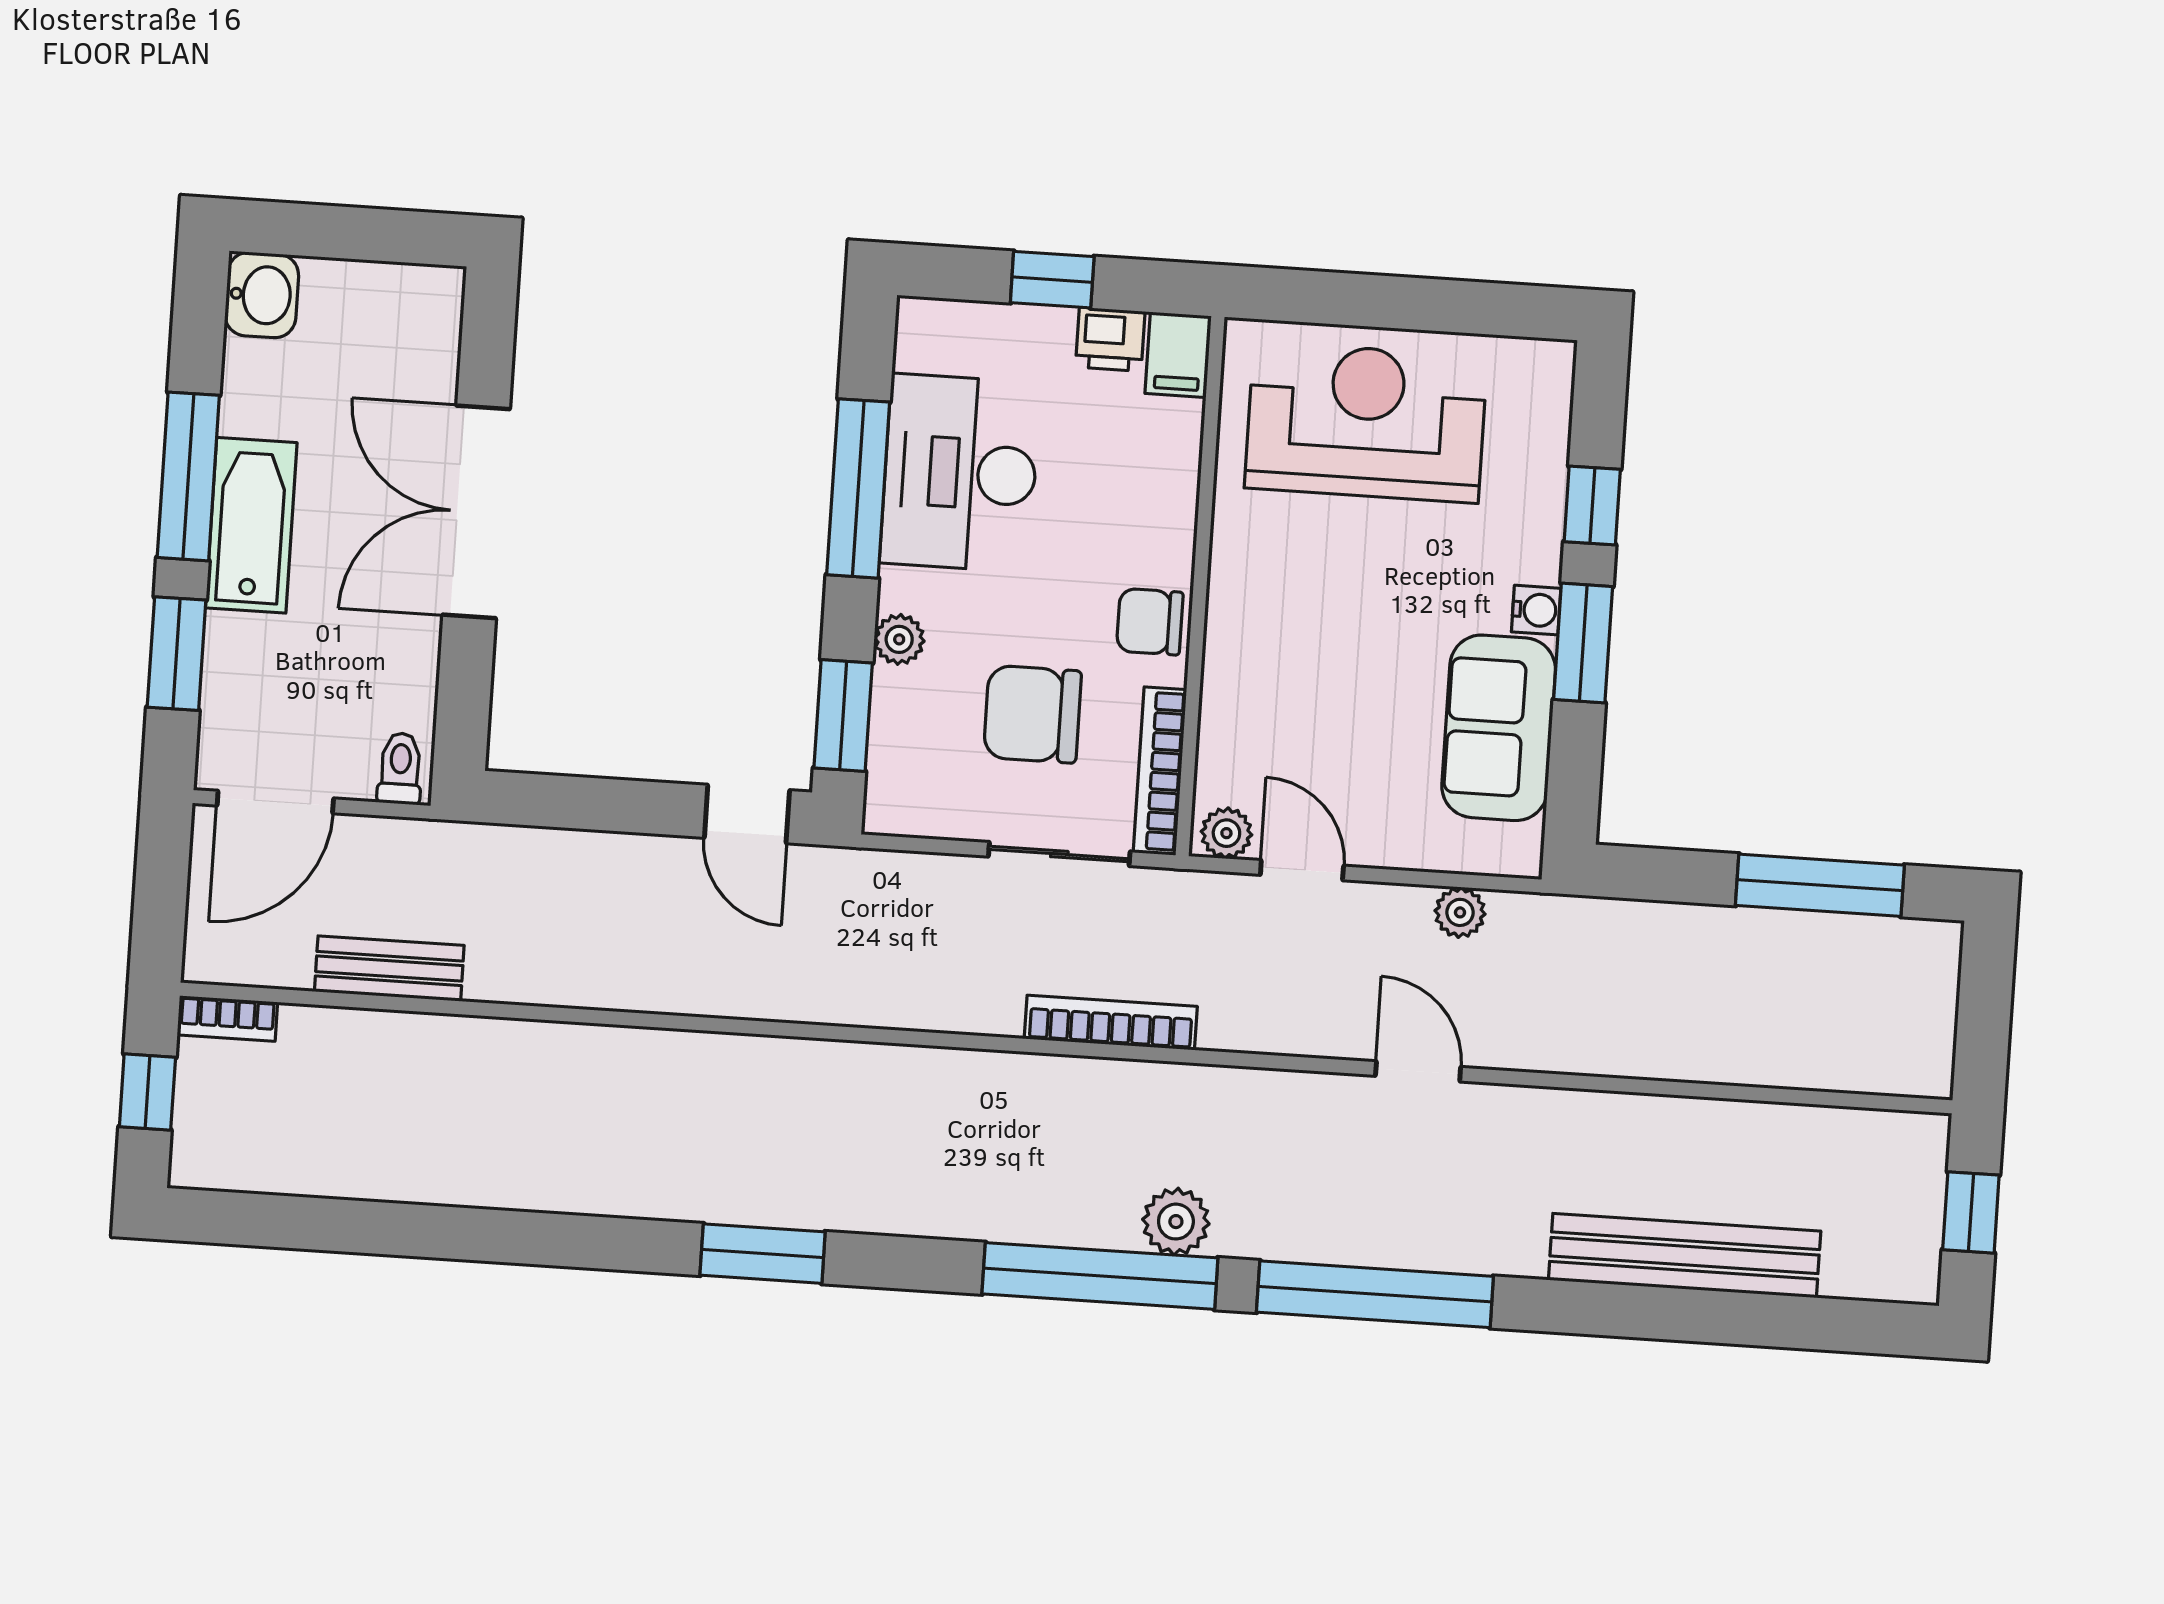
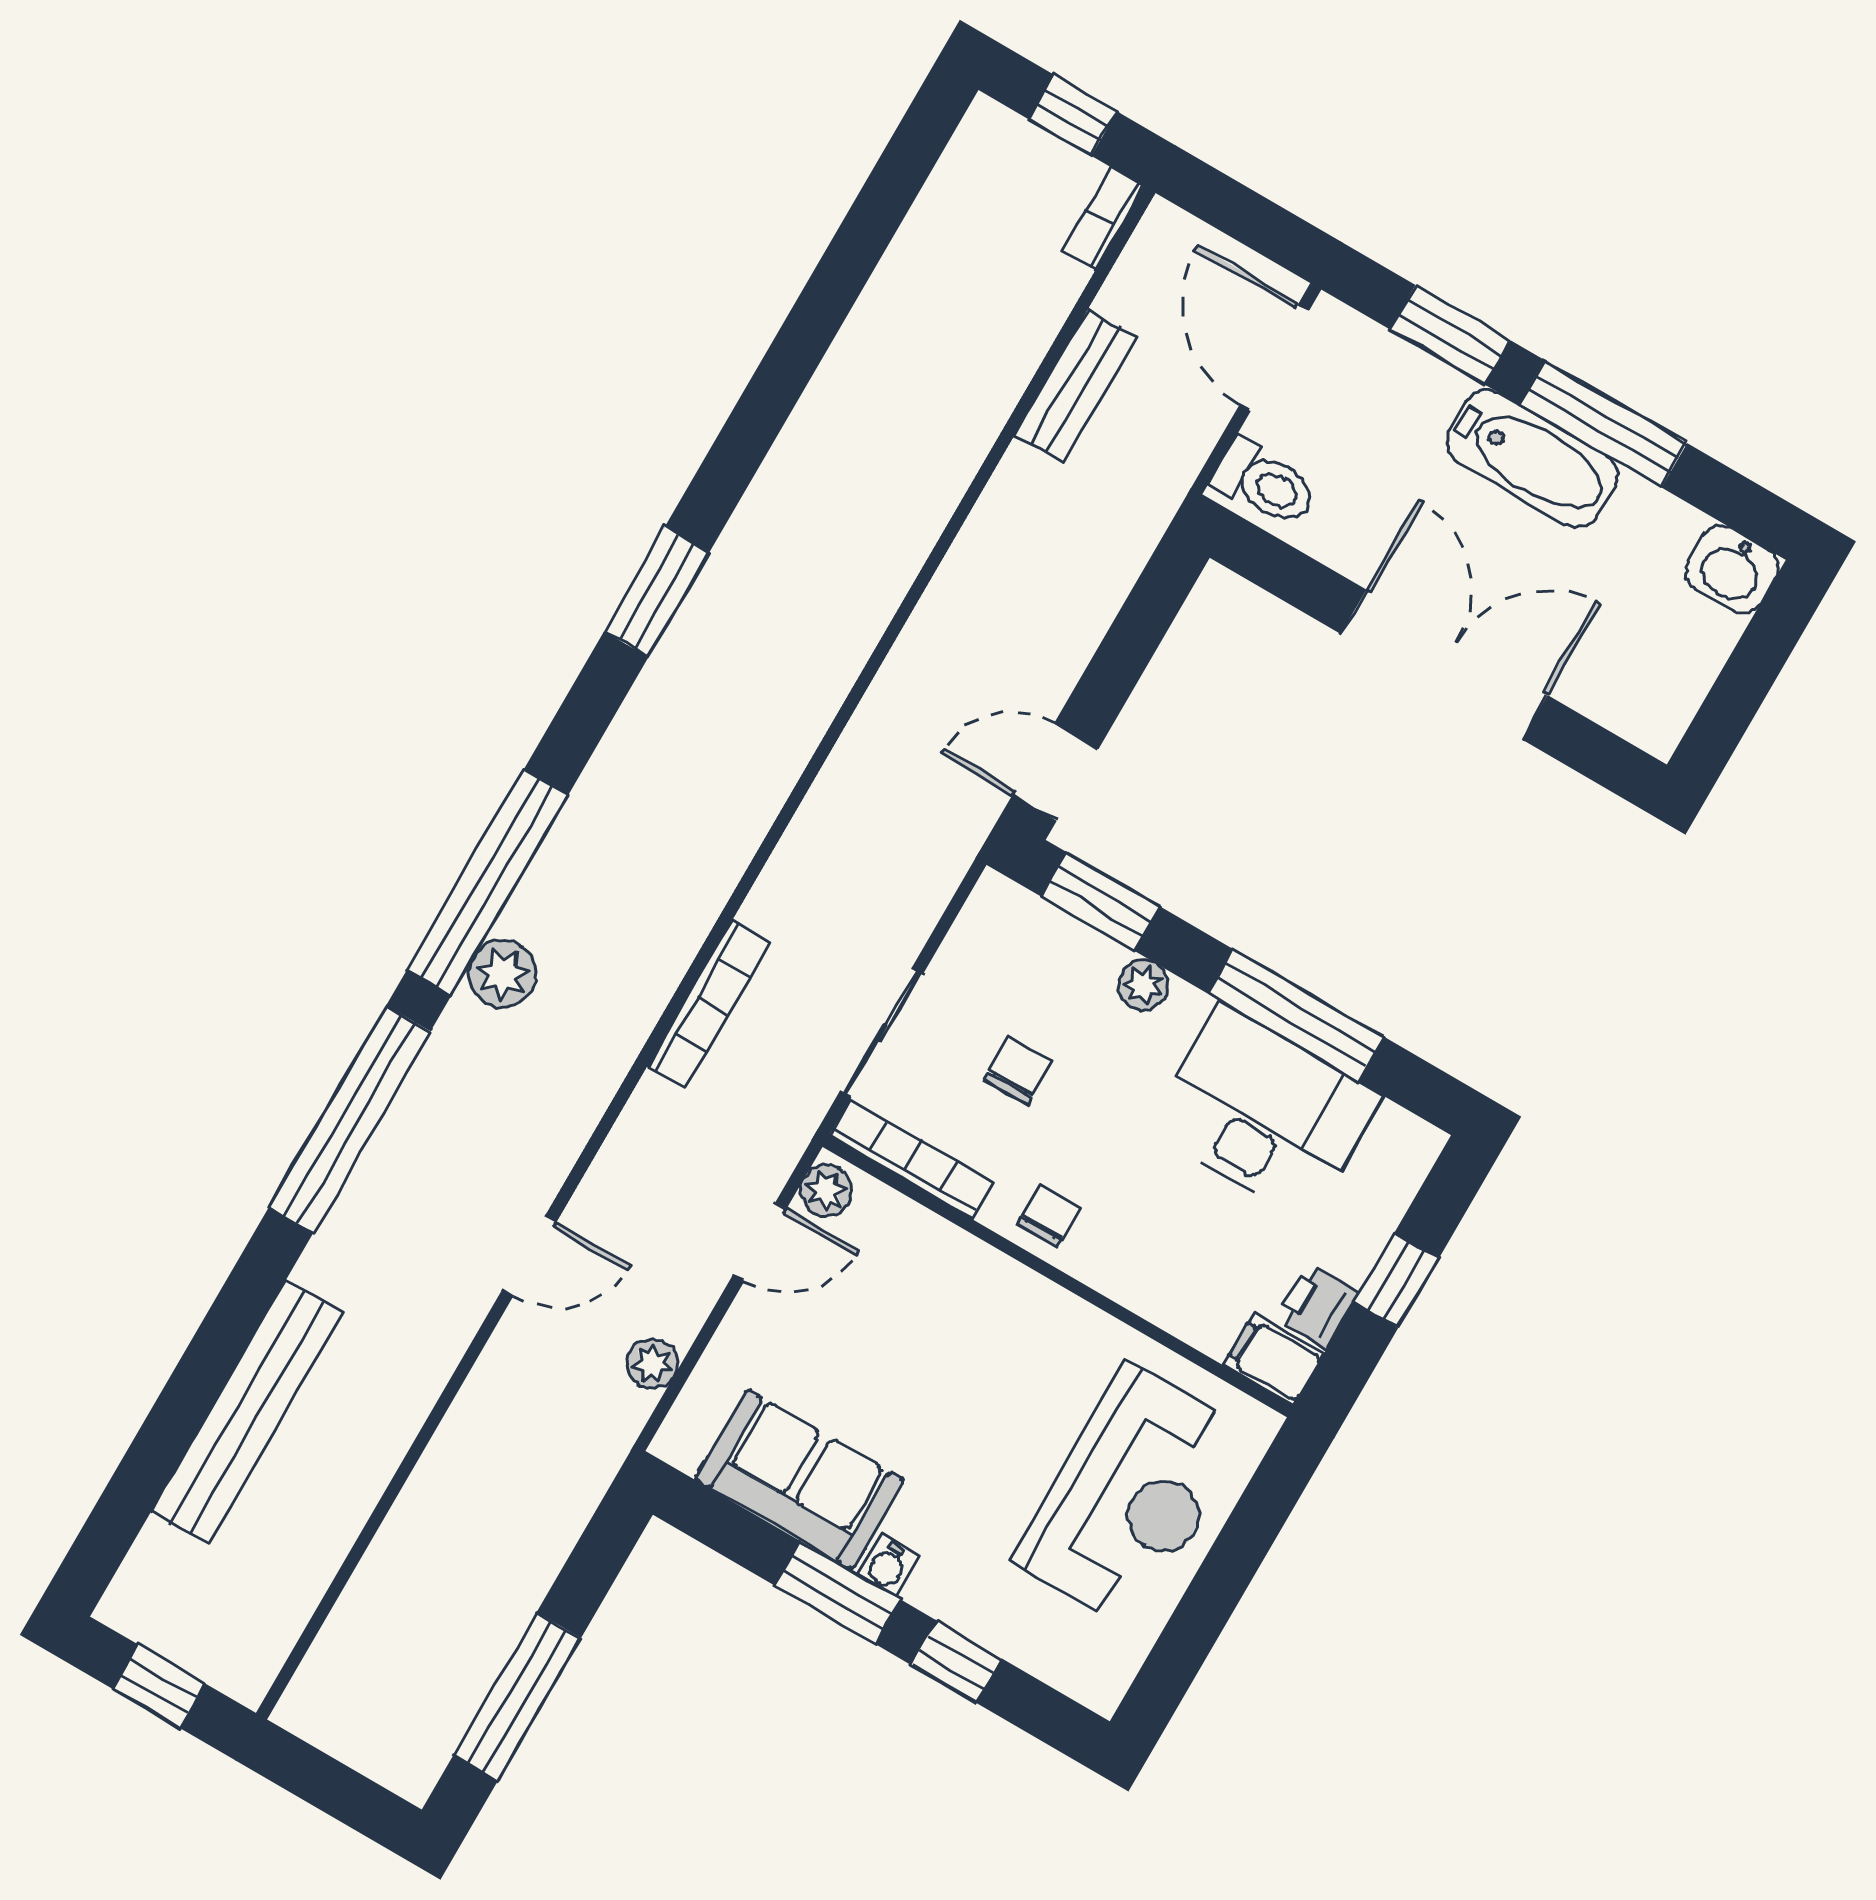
chair: (1150, 622) -> (1048, 1216), width x0.73, depth x0.73
chair: (1032, 714) -> (1018, 1071), width x0.54, depth x0.54
toilet: (400, 769) -> (1265, 483), width x1.37, depth x1.39

